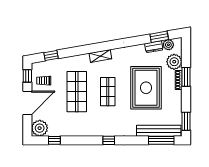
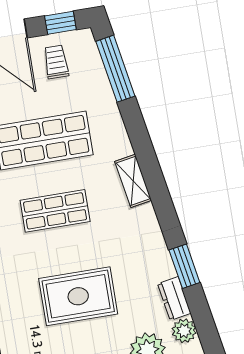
window: (159, 37) -> (184, 266), moved
window: (51, 56) -> (115, 69), width x2.17
rug: (146, 88) -> (78, 296), width x0.73, depth x0.69

